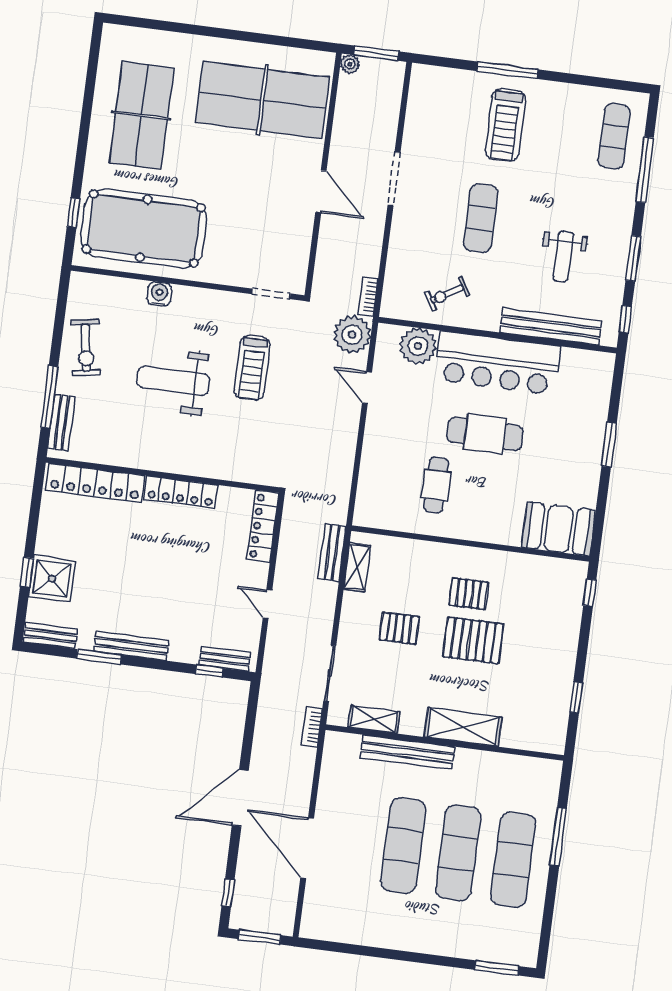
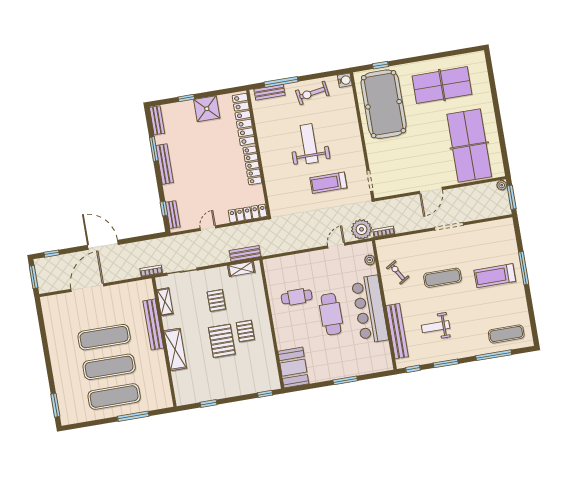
water cooler: (159, 294) -> (345, 80), moved
plant: (418, 346) -> (370, 260), width x0.53, depth x0.53
shower: (52, 579) -> (207, 109), moved

